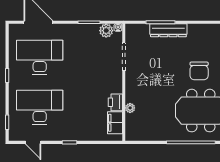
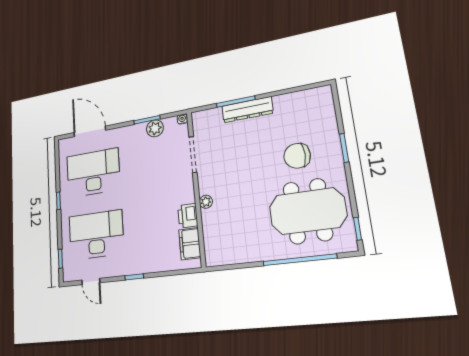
plant: (106, 31) -> (155, 128), moved
chair: (199, 71) -> (297, 156), turned 90
plant: (130, 108) -> (206, 202), moved

